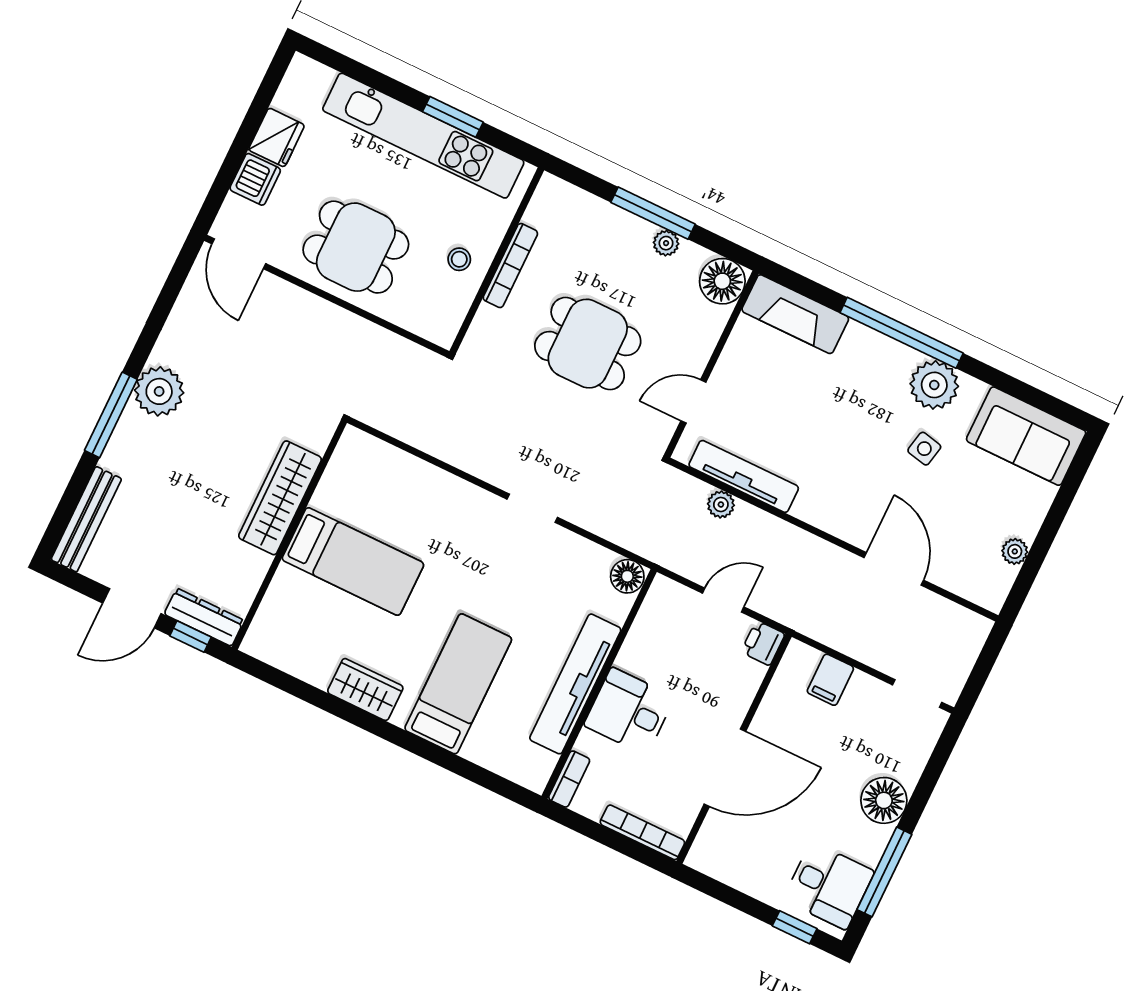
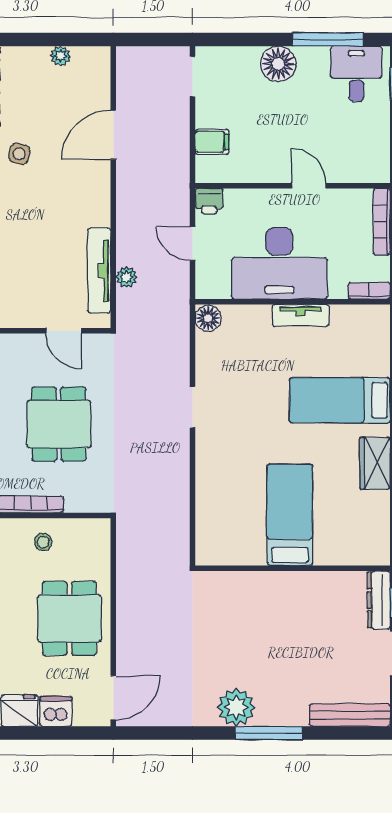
wardrobe: (280, 498) -> (270, 587), removed
tv unit: (575, 684) -> (301, 315), width x0.52, depth x0.78
desk: (629, 711) -> (279, 263), width x1.87, depth x1.30
door: (725, 768) -> (309, 186), width x0.53

